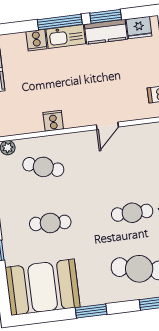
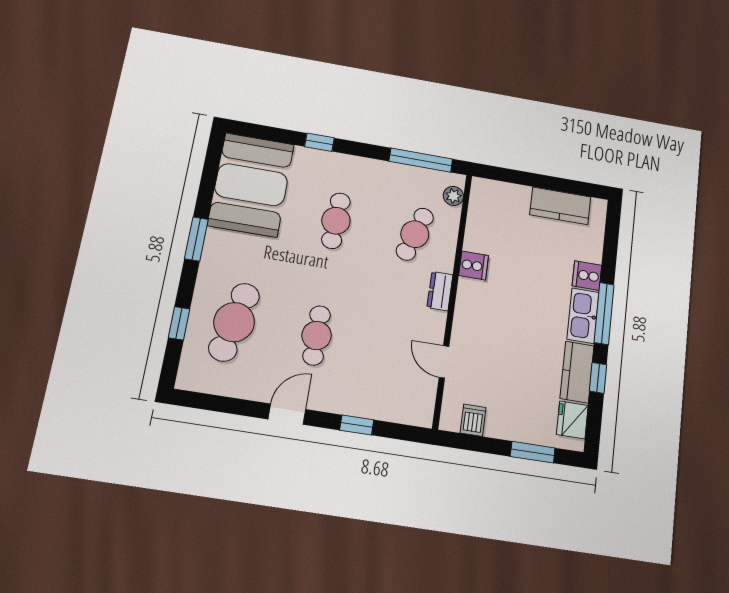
window: (106, 16) -> (598, 378), width x0.67
door: (107, 126) -> (444, 362), moved
dresser: (78, 139) -> (440, 291), added

